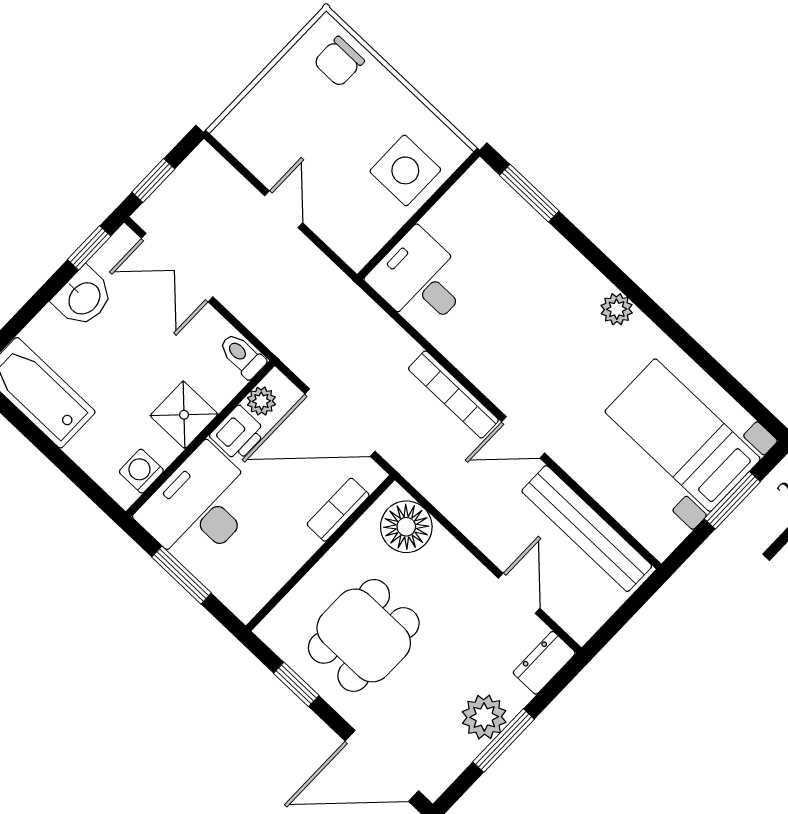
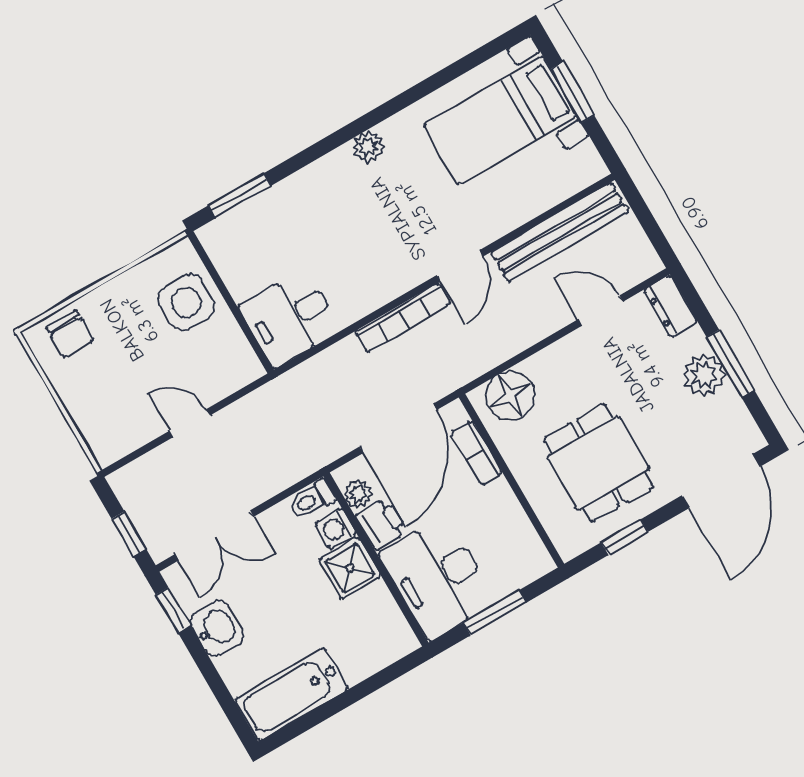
washing machine: (141, 471) -> (336, 528), moved

